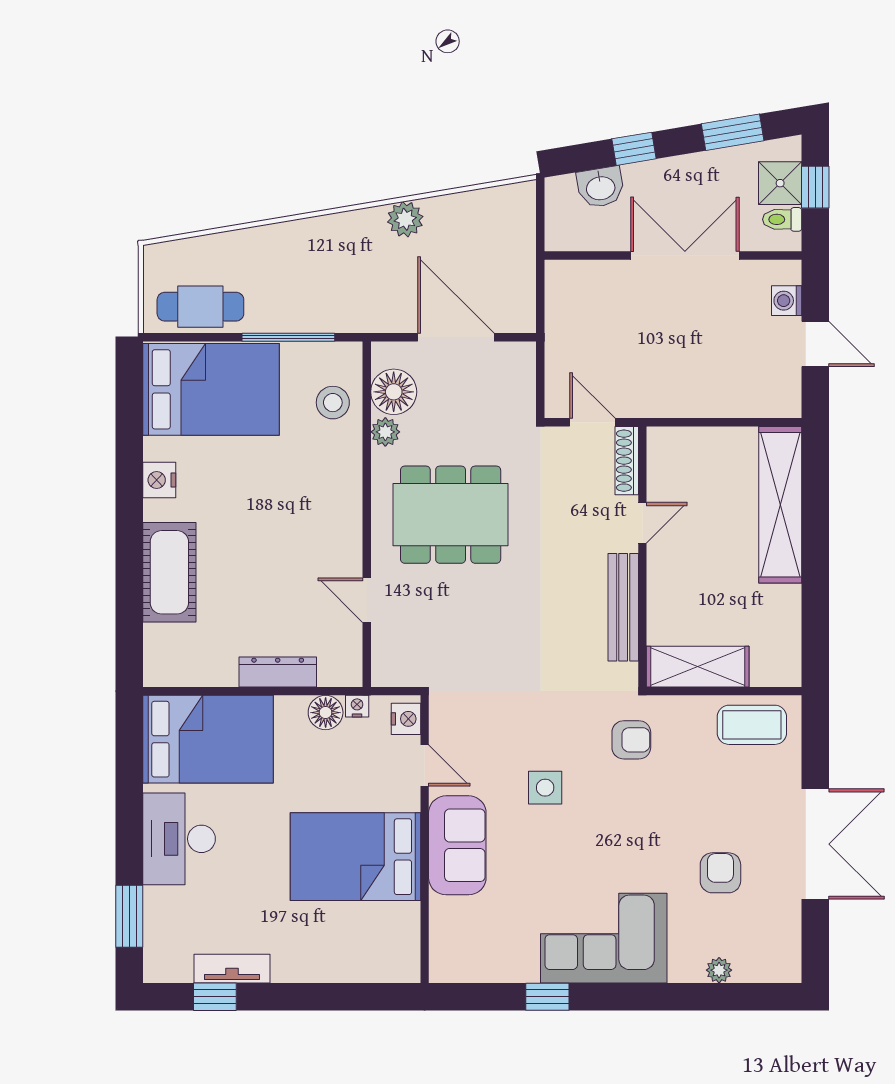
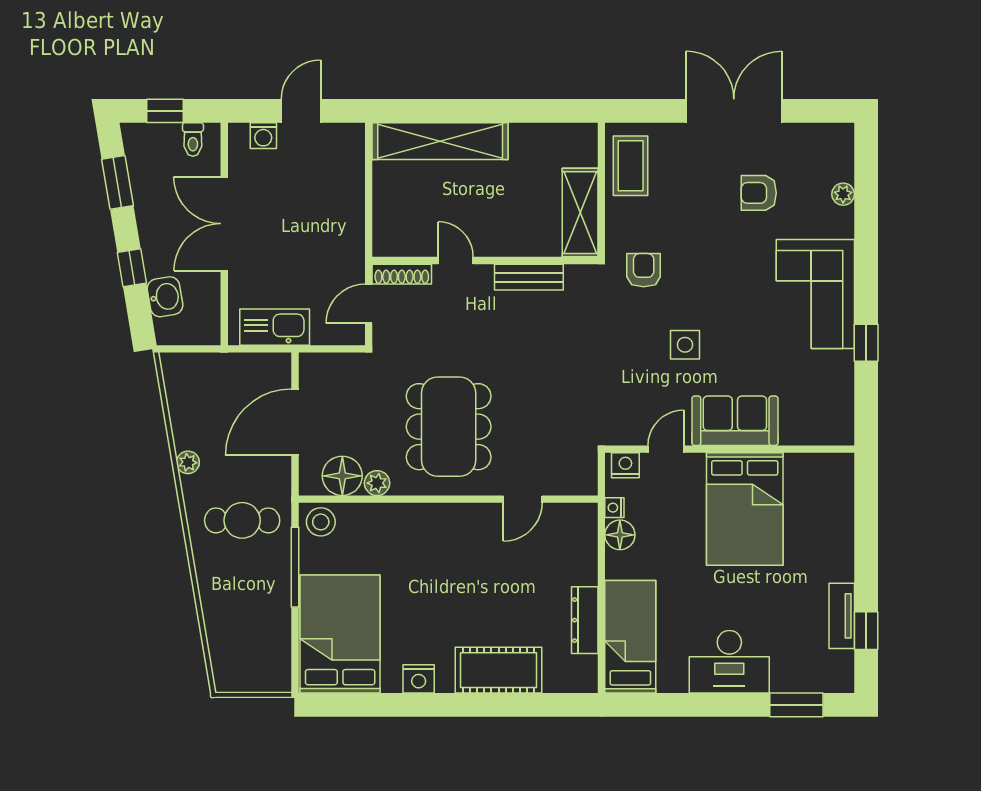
shower: (780, 183) -> (162, 141), removed
plant: (405, 219) -> (188, 462), width x0.73, depth x0.73
cafe table: (200, 307) -> (242, 520), moved, turned 90
kitchen sink: (566, 314) -> (275, 327), added
stool: (333, 403) -> (321, 522), moved
bench: (623, 607) -> (529, 277), width x0.73
dresser: (278, 672) -> (585, 620), moved
bed: (208, 739) -> (630, 637), width x0.67

